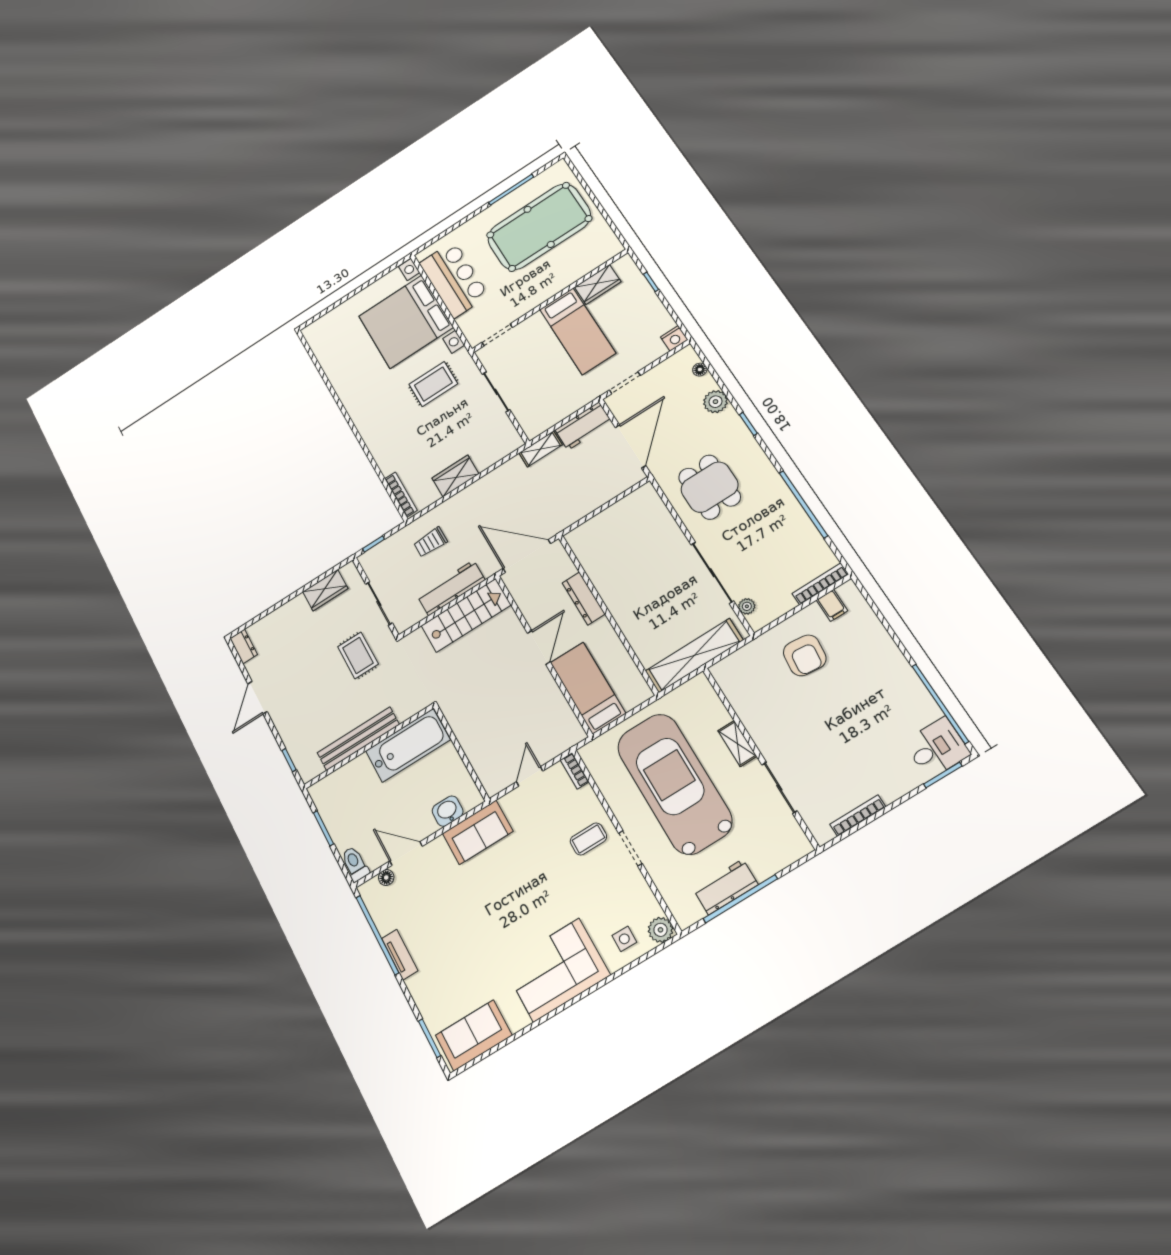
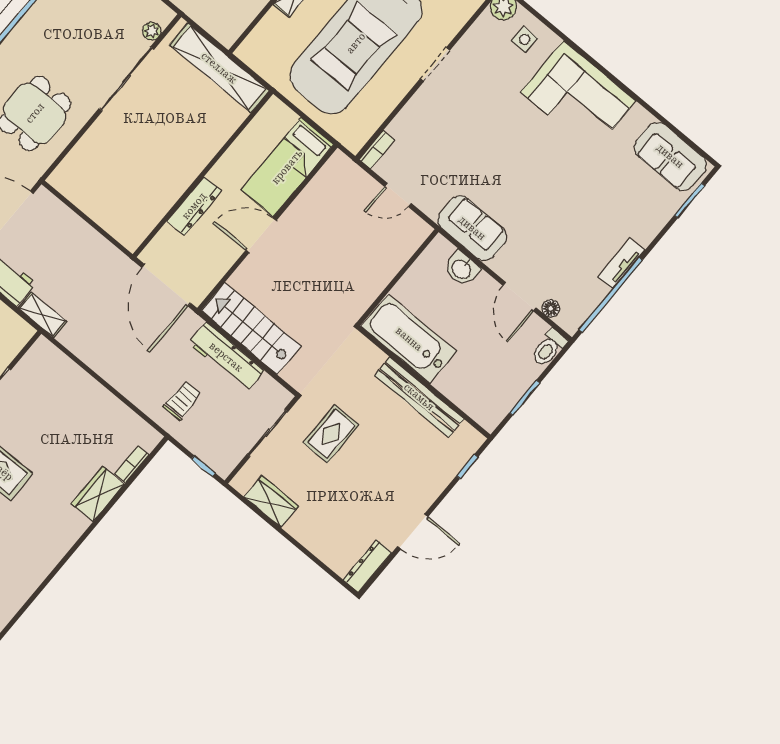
wardrobe: (455, 476) -> (98, 494), moved, turned 90
bookcase: (401, 495) -> (132, 464), width x0.64
trolley: (430, 542) -> (182, 401), turned -90
dresser: (244, 646) -> (367, 566), width x1.44
coffee table: (588, 839) -> (440, 110), removed

